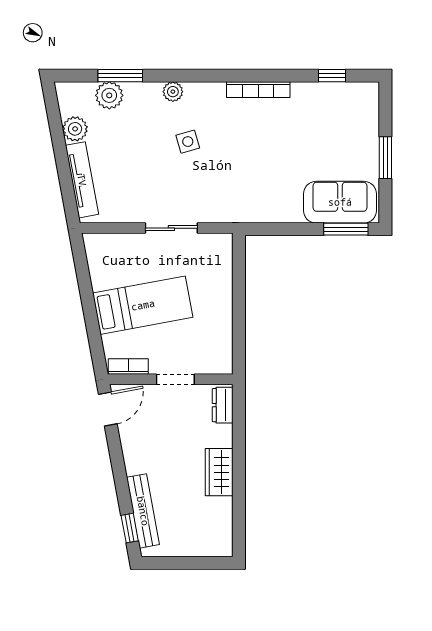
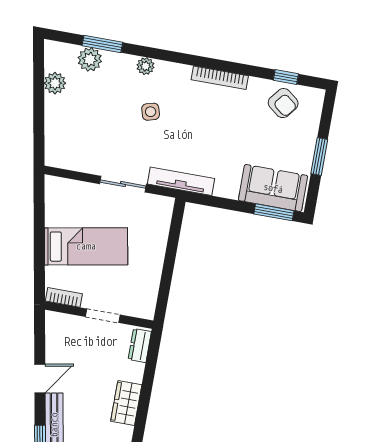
armchair: (334, 105) -> (283, 103), added
tv unit: (82, 180) -> (181, 181), moved, turned -80
door: (108, 409) -> (40, 379), moved

